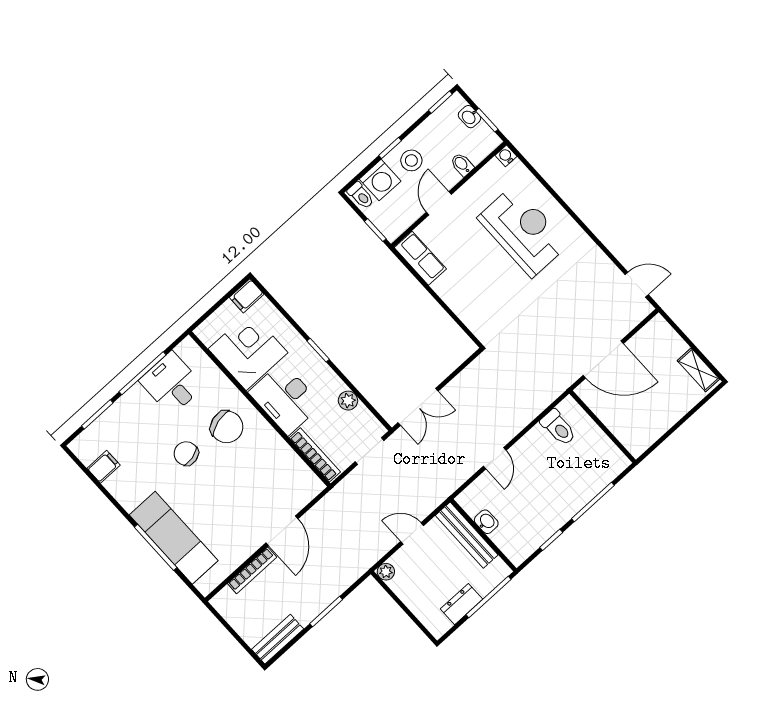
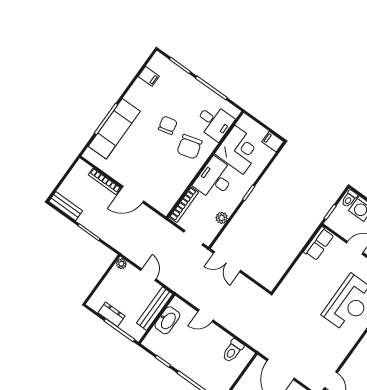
desk: (172, 383) -> (214, 122), moved, turned 90
washbasin: (486, 522) -> (167, 320), width x1.91, depth x1.45

